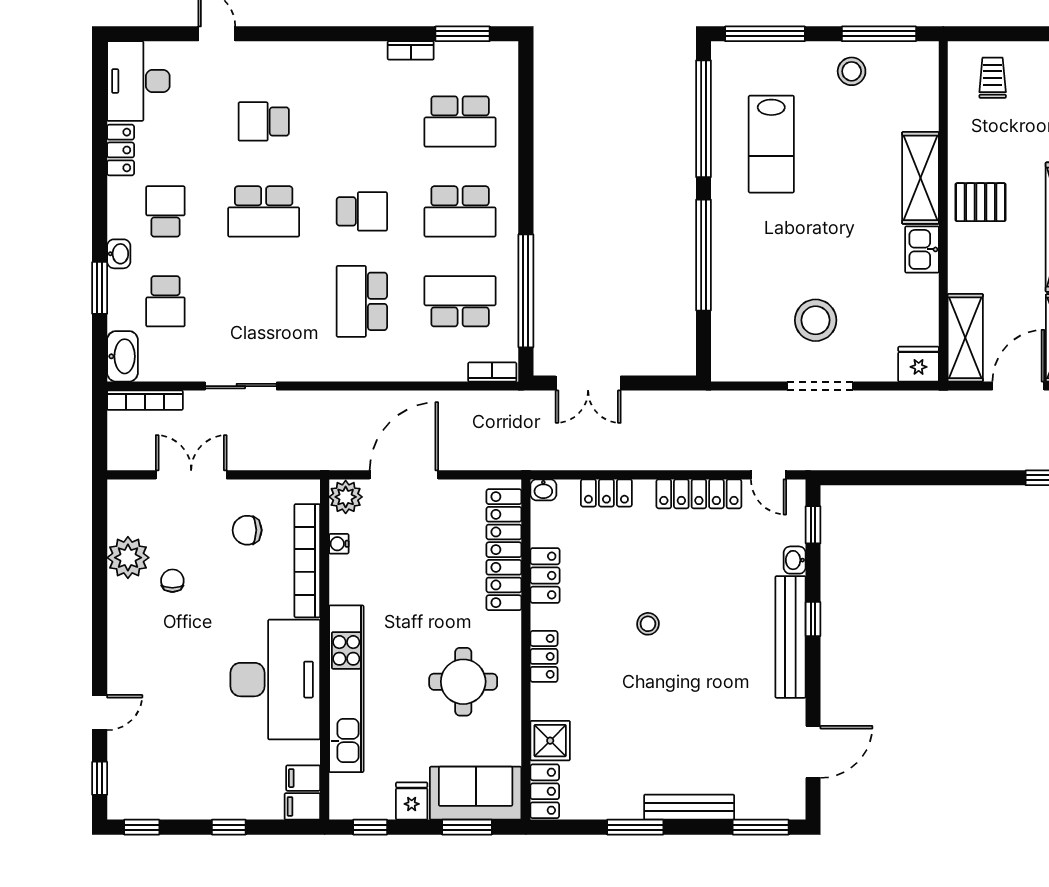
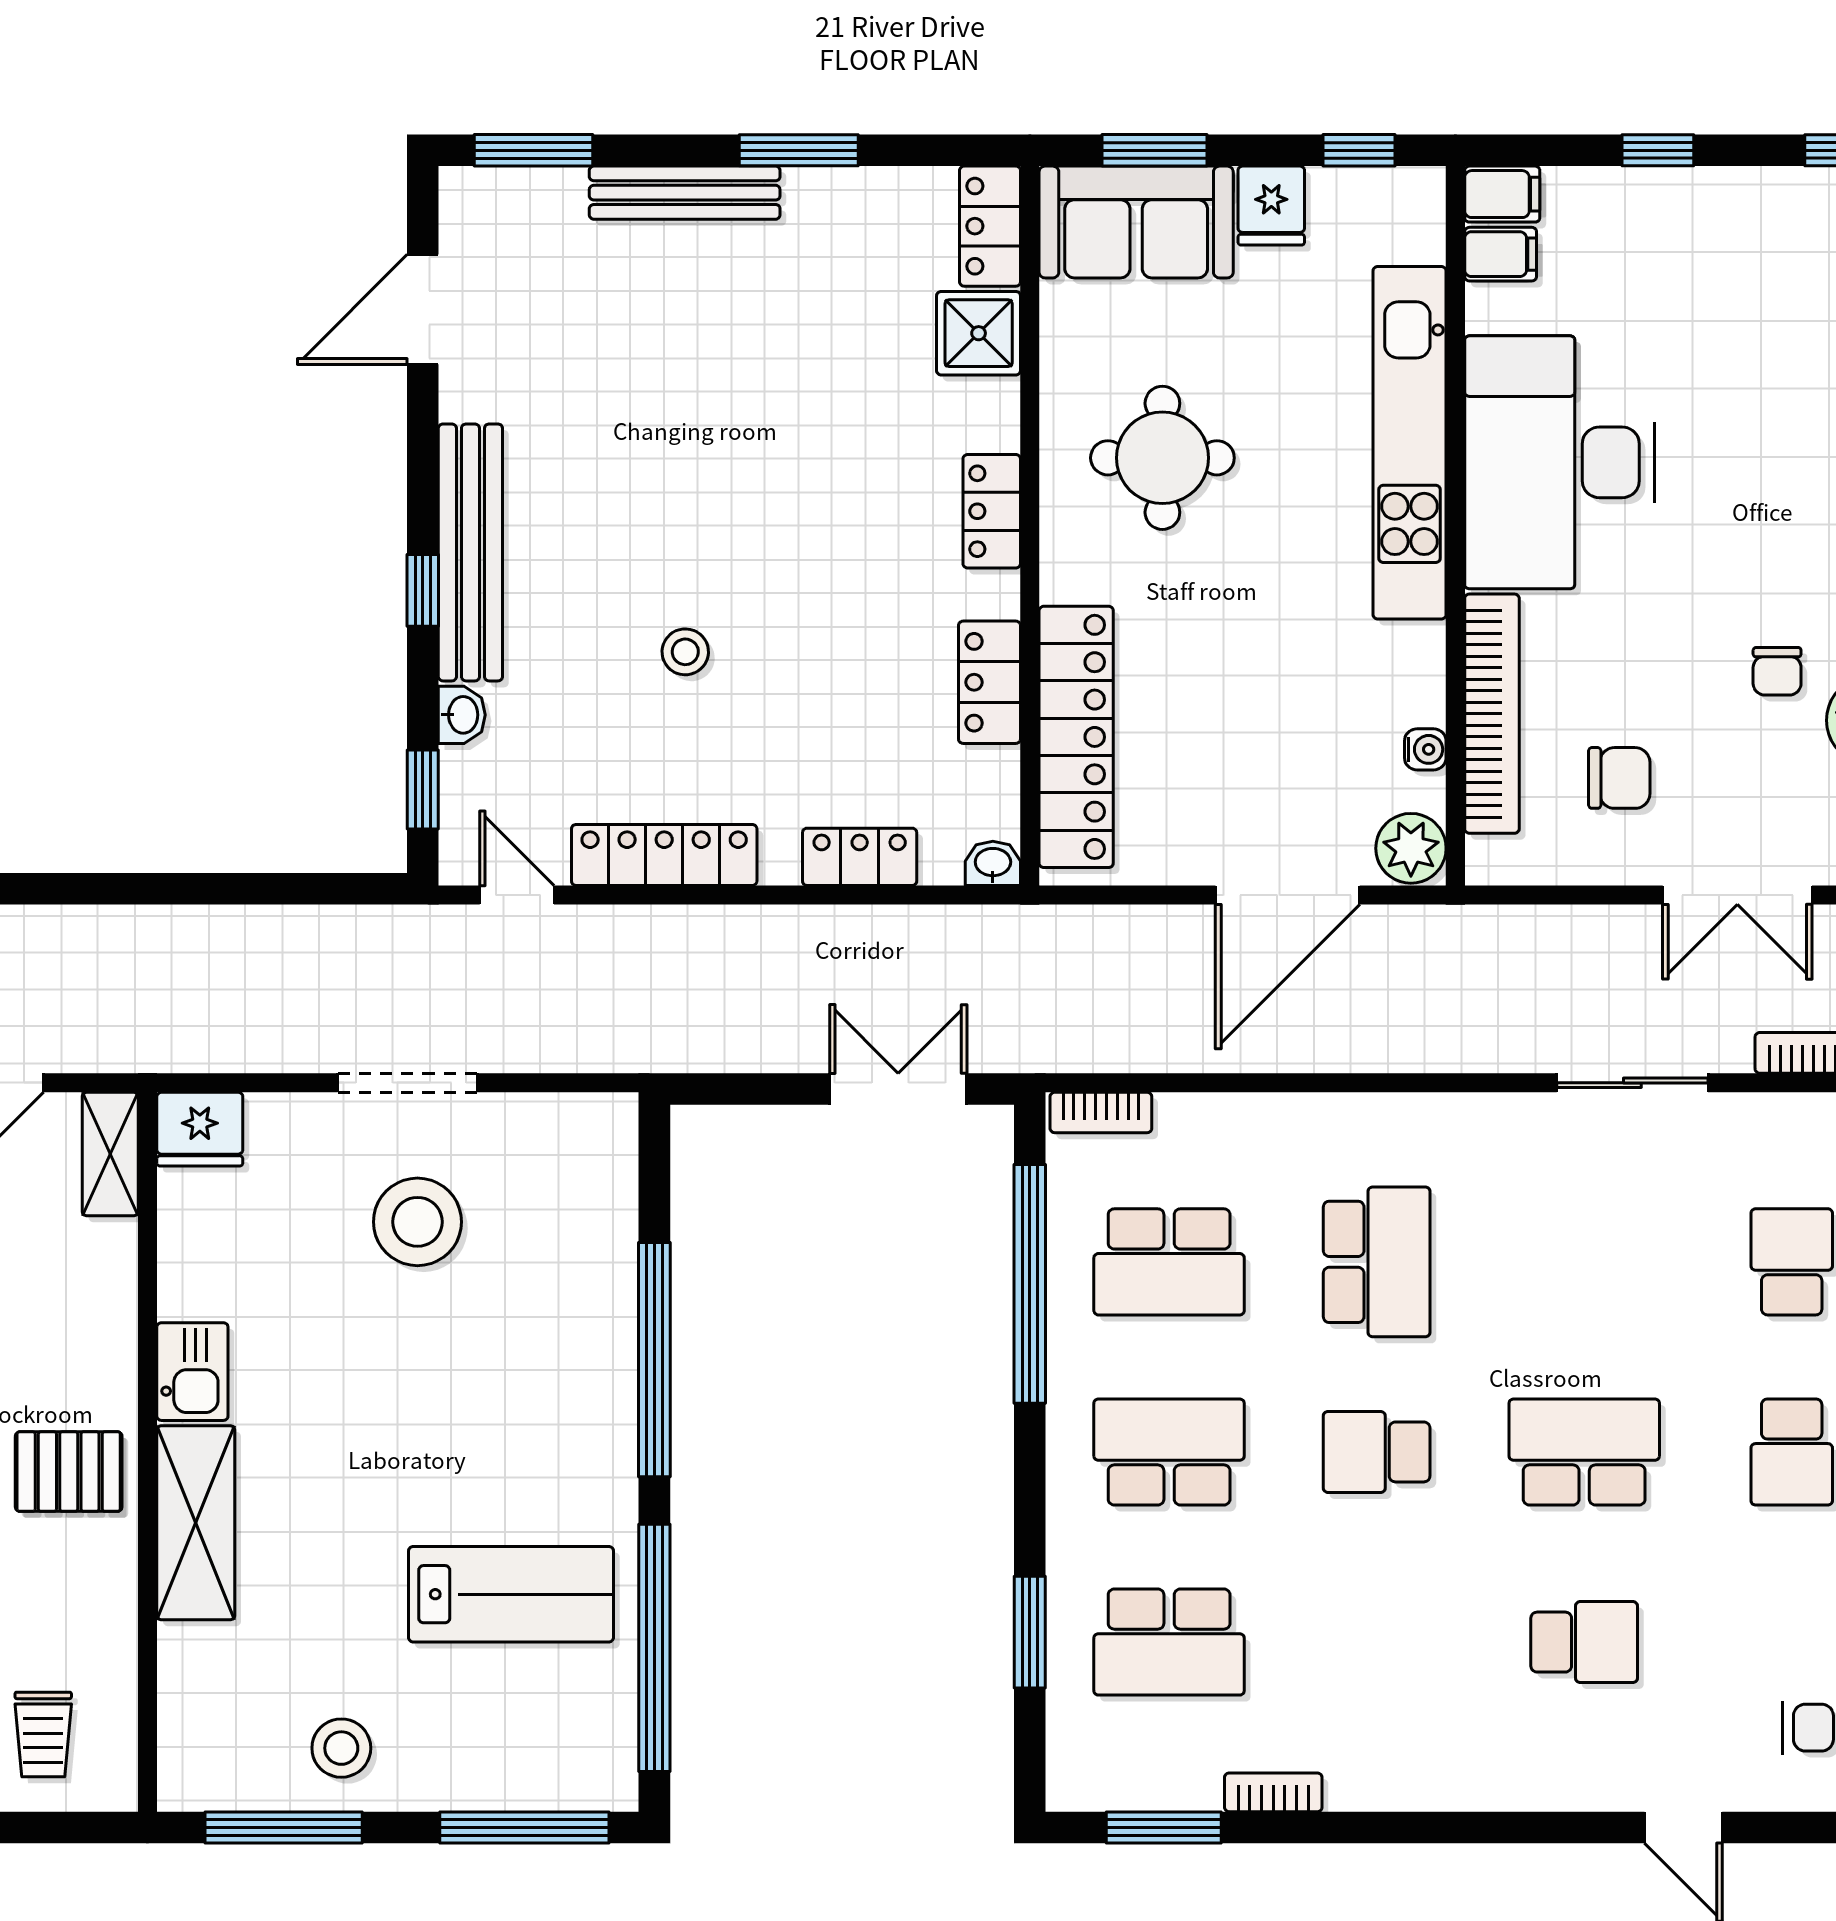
school desk: (460, 121) -> (1169, 1642), turned 180
window: (526, 126) -> (1030, 1632), added
lab bench: (771, 144) -> (511, 1594), turned 90
shelving: (965, 338) -> (110, 1154), width x0.67, depth x0.75
stool: (648, 624) -> (685, 652), moved

